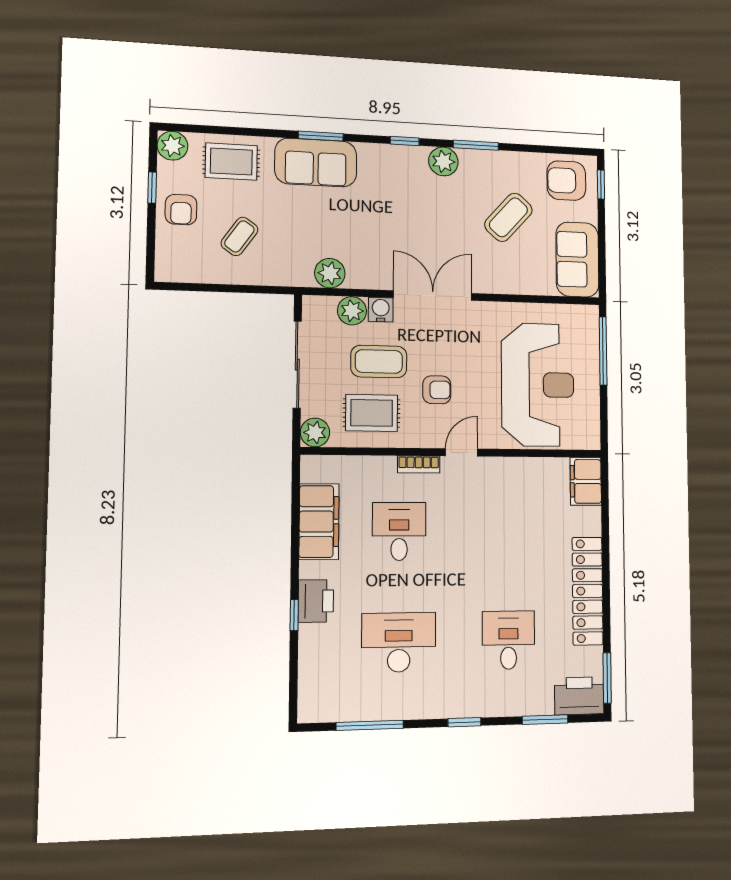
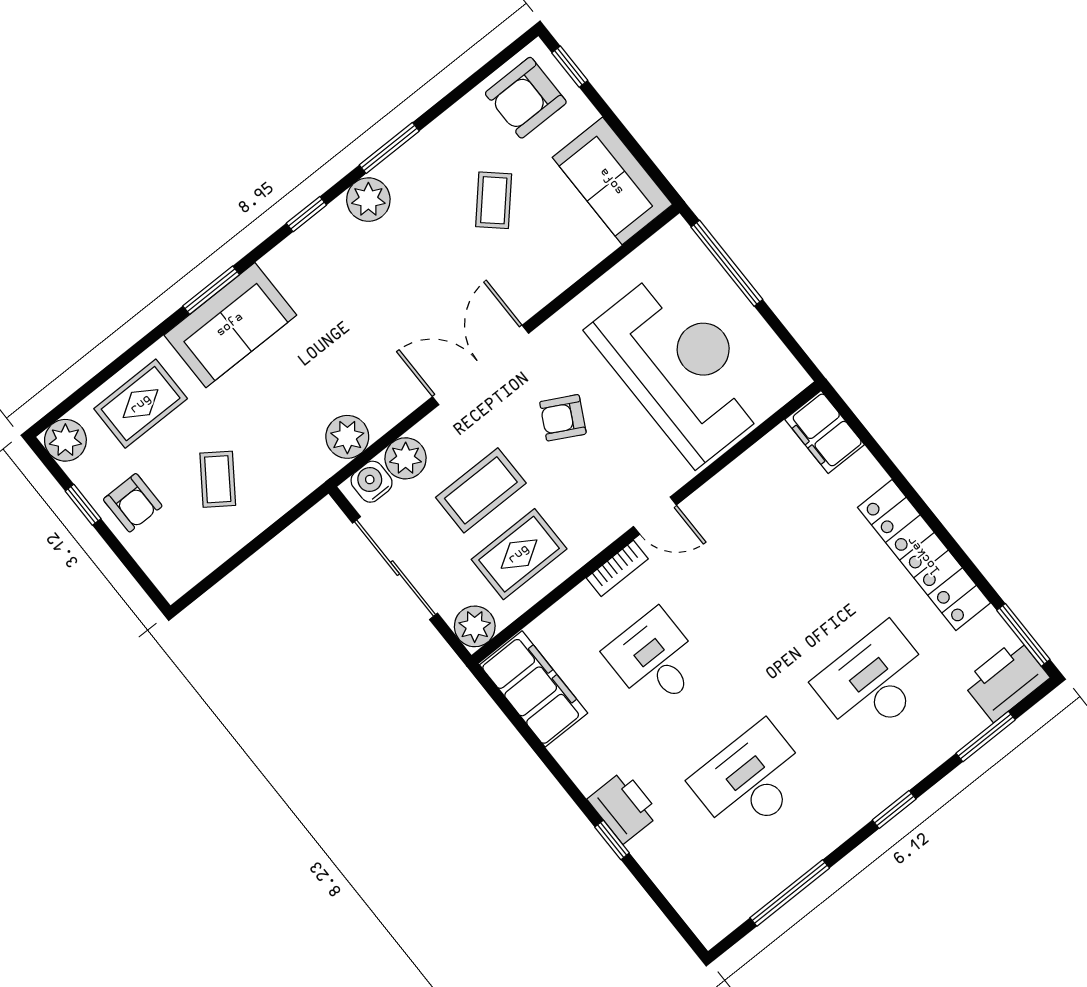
coffee table: (508, 217) -> (494, 200), width x0.73, depth x0.77
water cooler: (381, 310) -> (372, 482), moved
armchair: (437, 390) -> (563, 418), moved, turned -152
door: (462, 452) -> (655, 516), swing flipped
filing cabinet: (319, 522) -> (534, 689), moved
desk: (508, 640) -> (874, 682), width x1.37

